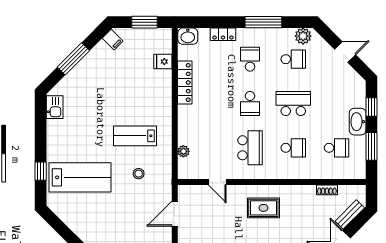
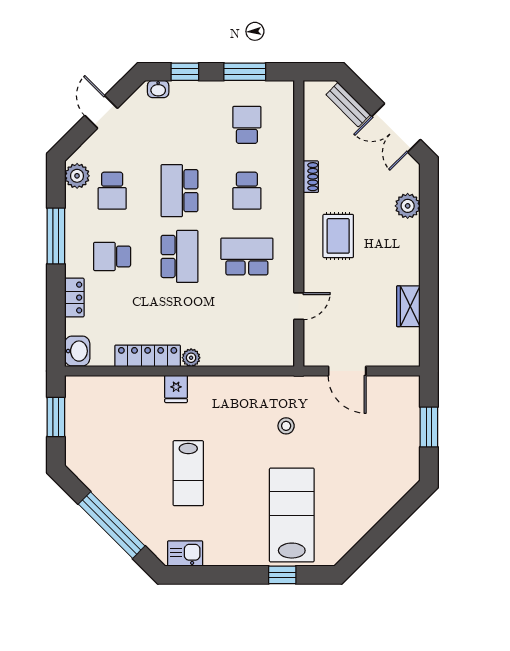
filing cabinet: (113, 40) -> (82, 465), removed
window: (73, 59) -> (112, 525), width x1.46
school desk: (293, 59) -> (112, 191), turned 180
fridge: (163, 62) -> (176, 389), moved
school desk: (250, 103) -> (179, 256), width x1.85
washbasin: (358, 122) -> (158, 89), moved, width x0.52, depth x0.69
lab bench: (135, 136) -> (188, 473), moved
school desk: (293, 148) -> (247, 191), turned 180
plant: (183, 151) -> (191, 358), moved
shoe rack: (327, 190) -> (311, 177), moved

